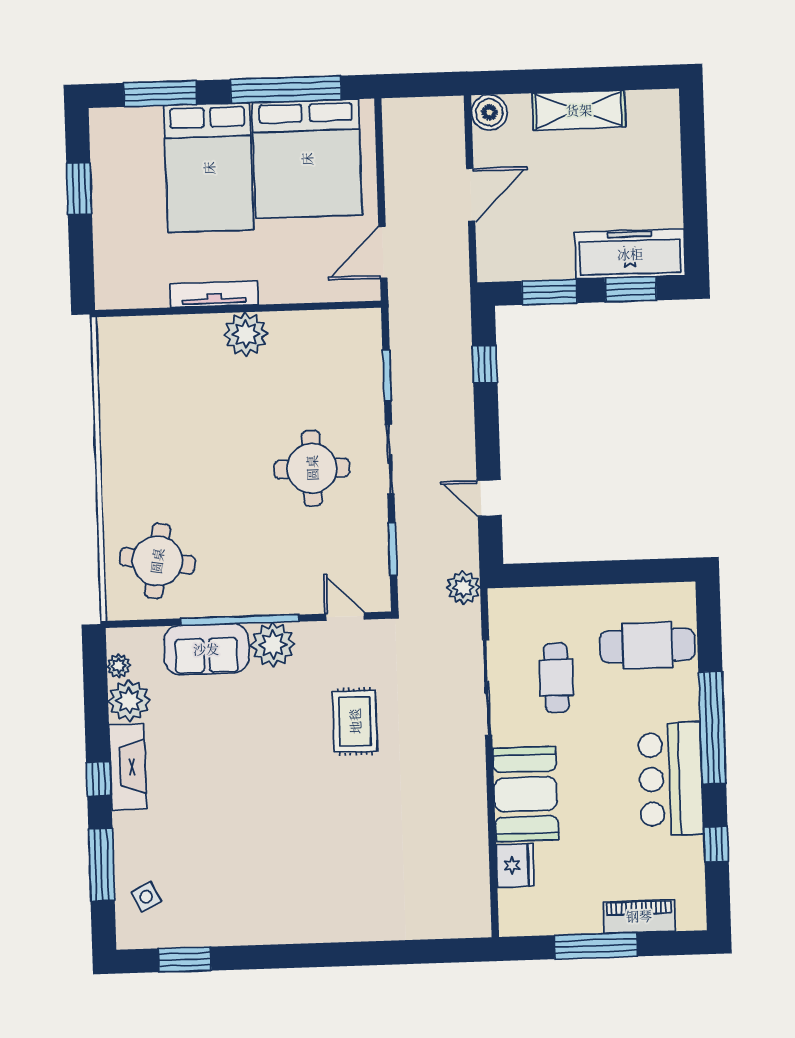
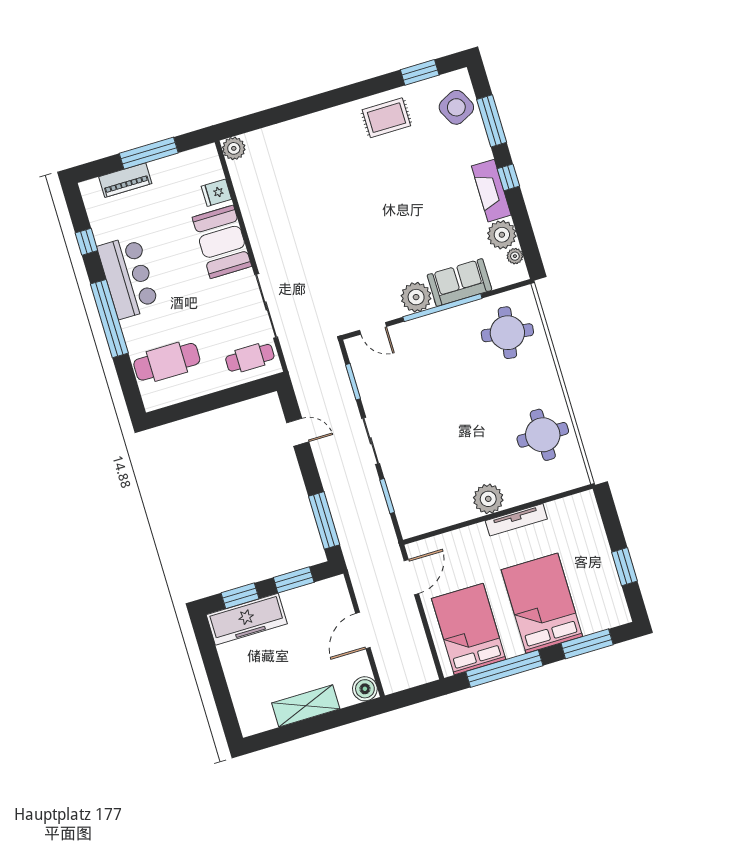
bed: (307, 159) -> (469, 629), width x0.73
window: (485, 364) -> (324, 520), width x2.17
round table: (312, 468) -> (543, 435), moved
plant: (463, 587) -> (234, 148), moved
cafe table: (556, 678) -> (250, 358), moved, turned 90
rug: (355, 721) -> (386, 118), moved, turned 90
fridge: (515, 865) -> (216, 193), width x0.72
side table: (146, 897) -> (456, 107), width x1.87, depth x1.87

